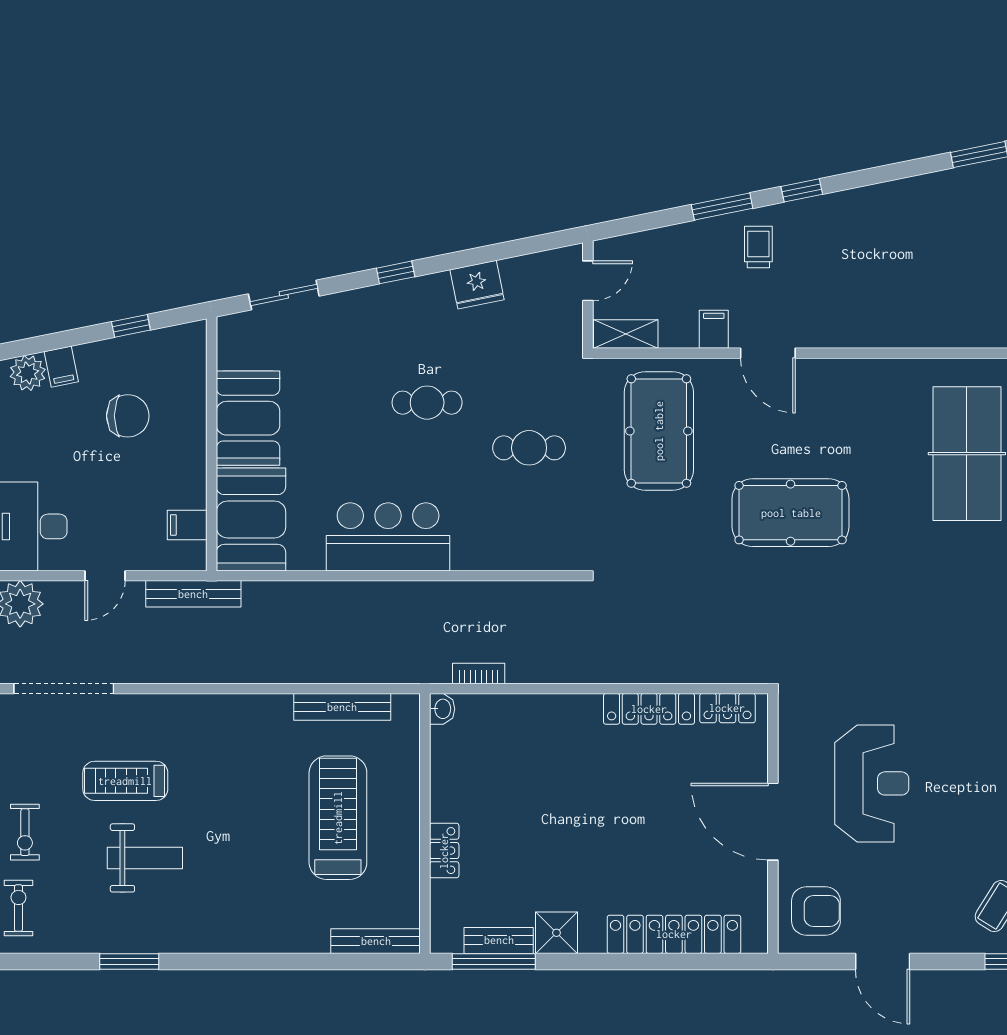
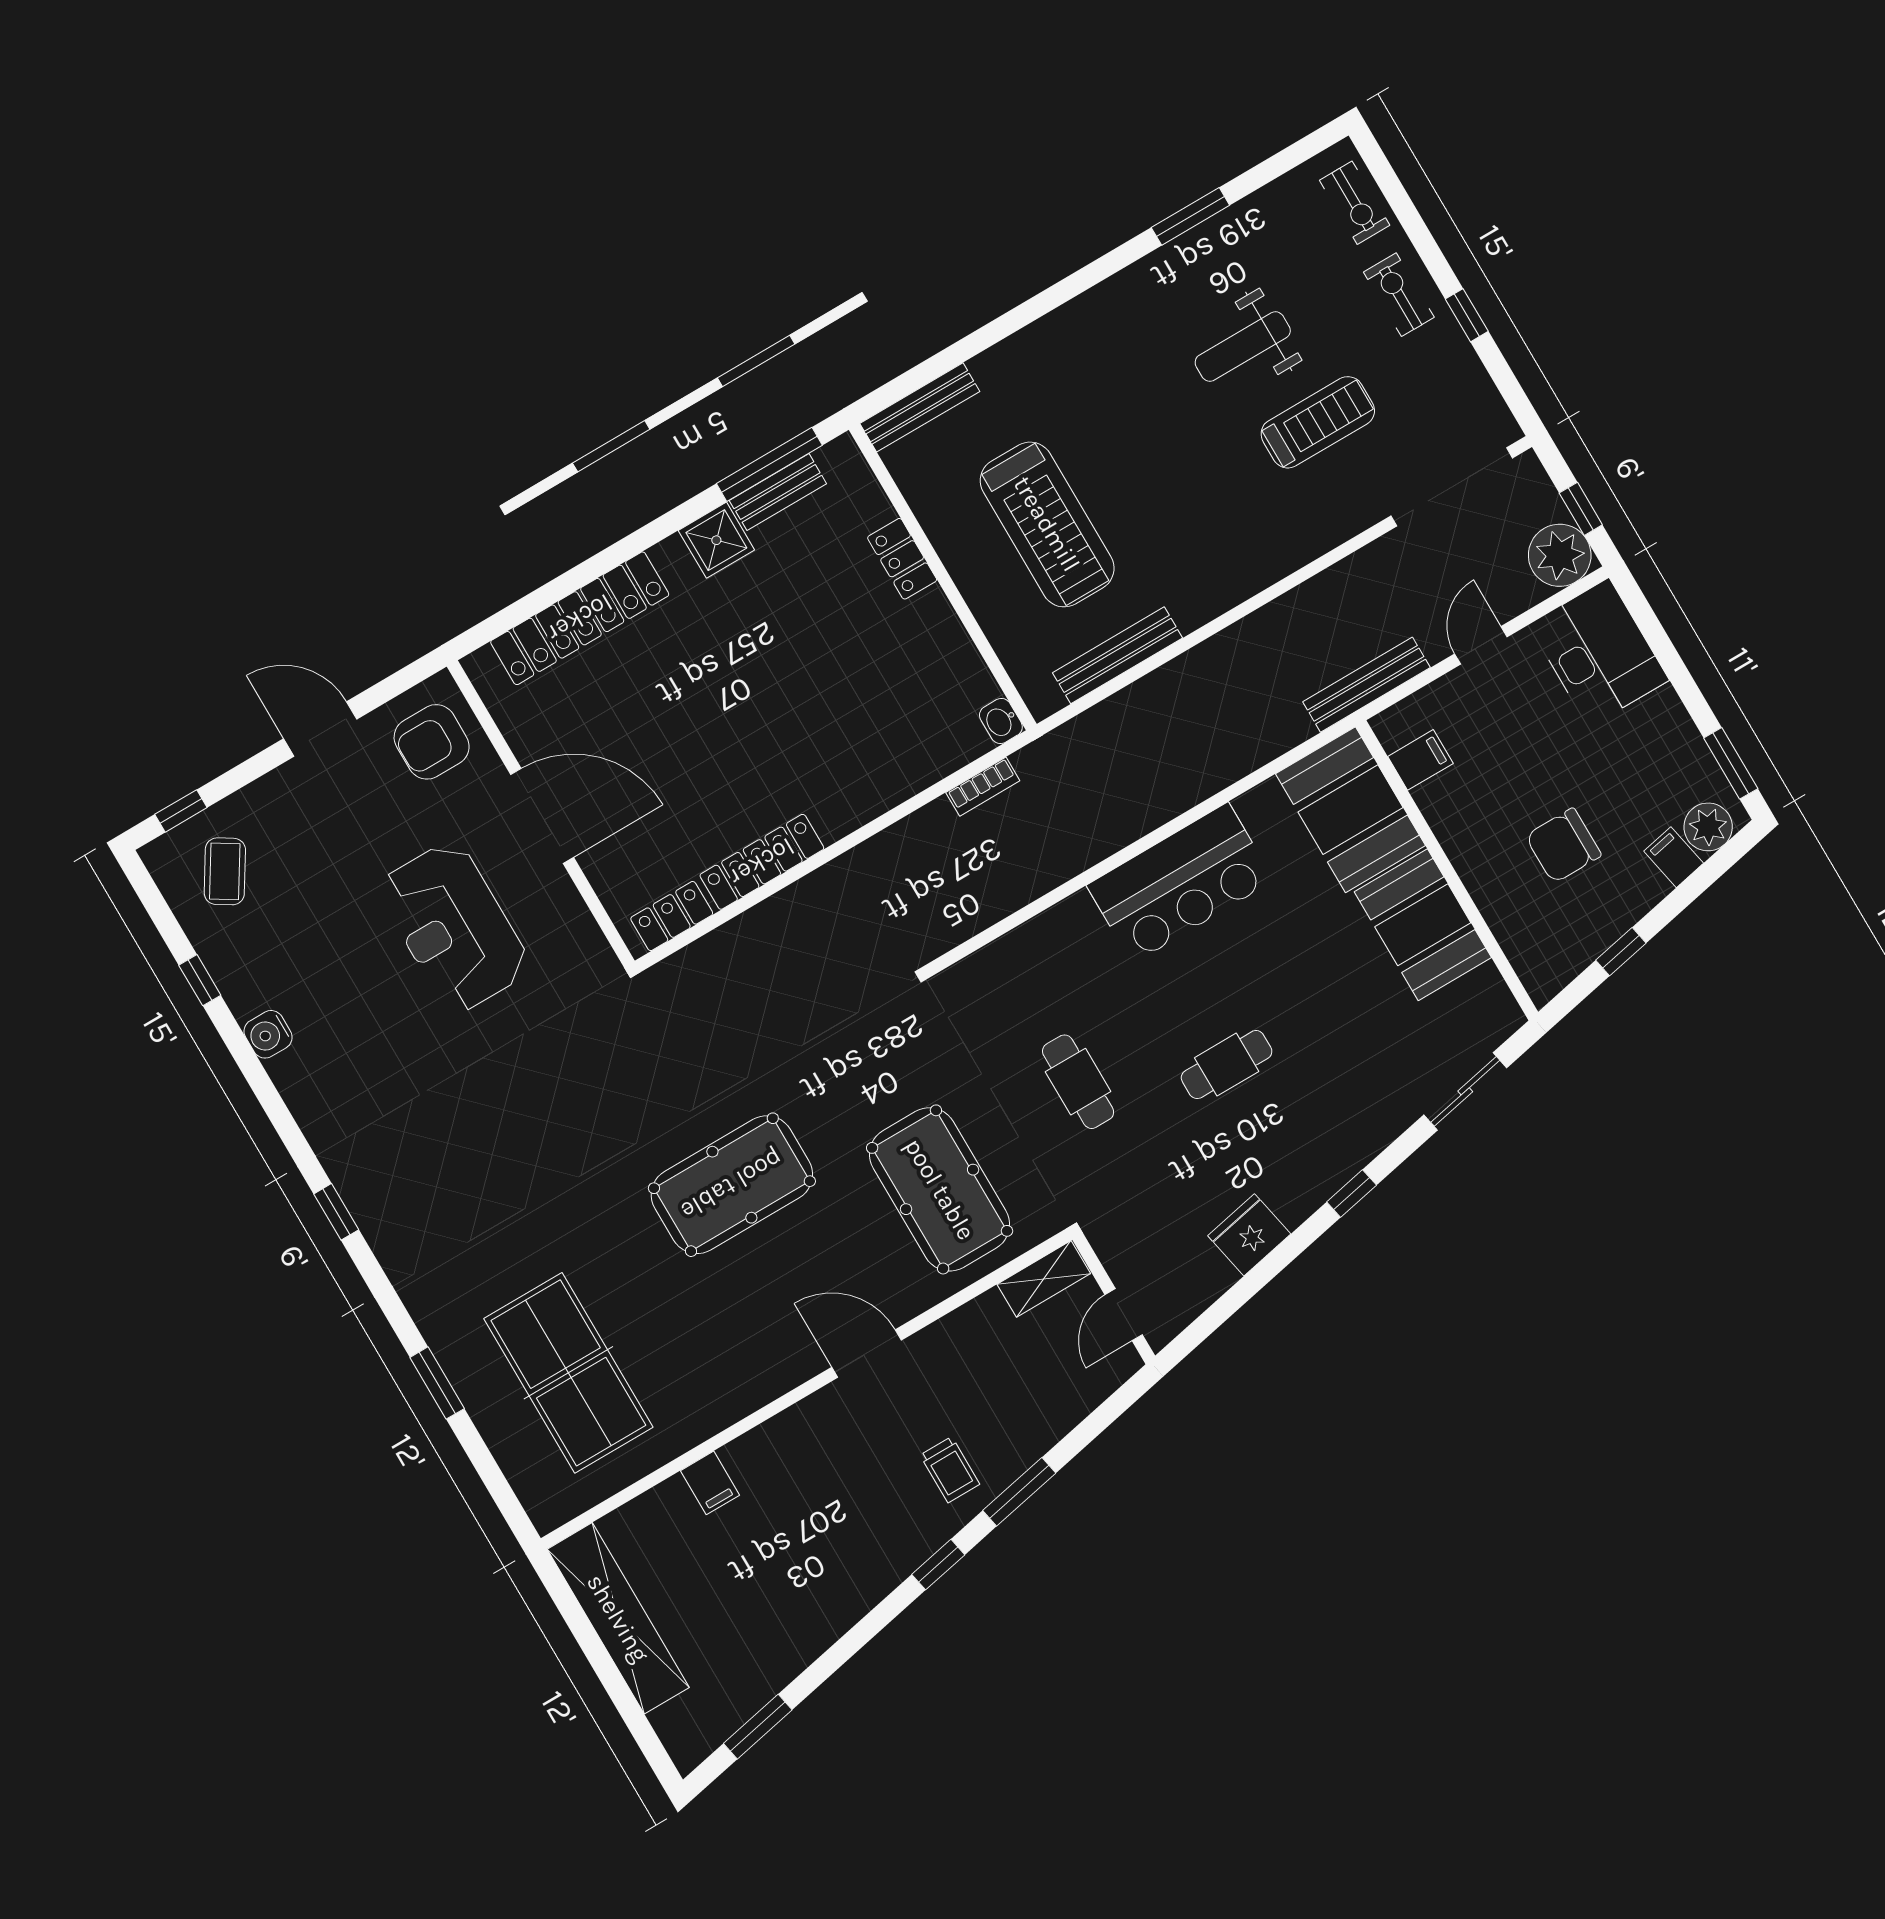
filing cabinet: (714, 329) -> (710, 1483), moved
cafe table: (529, 448) -> (1078, 1082), turned 90

